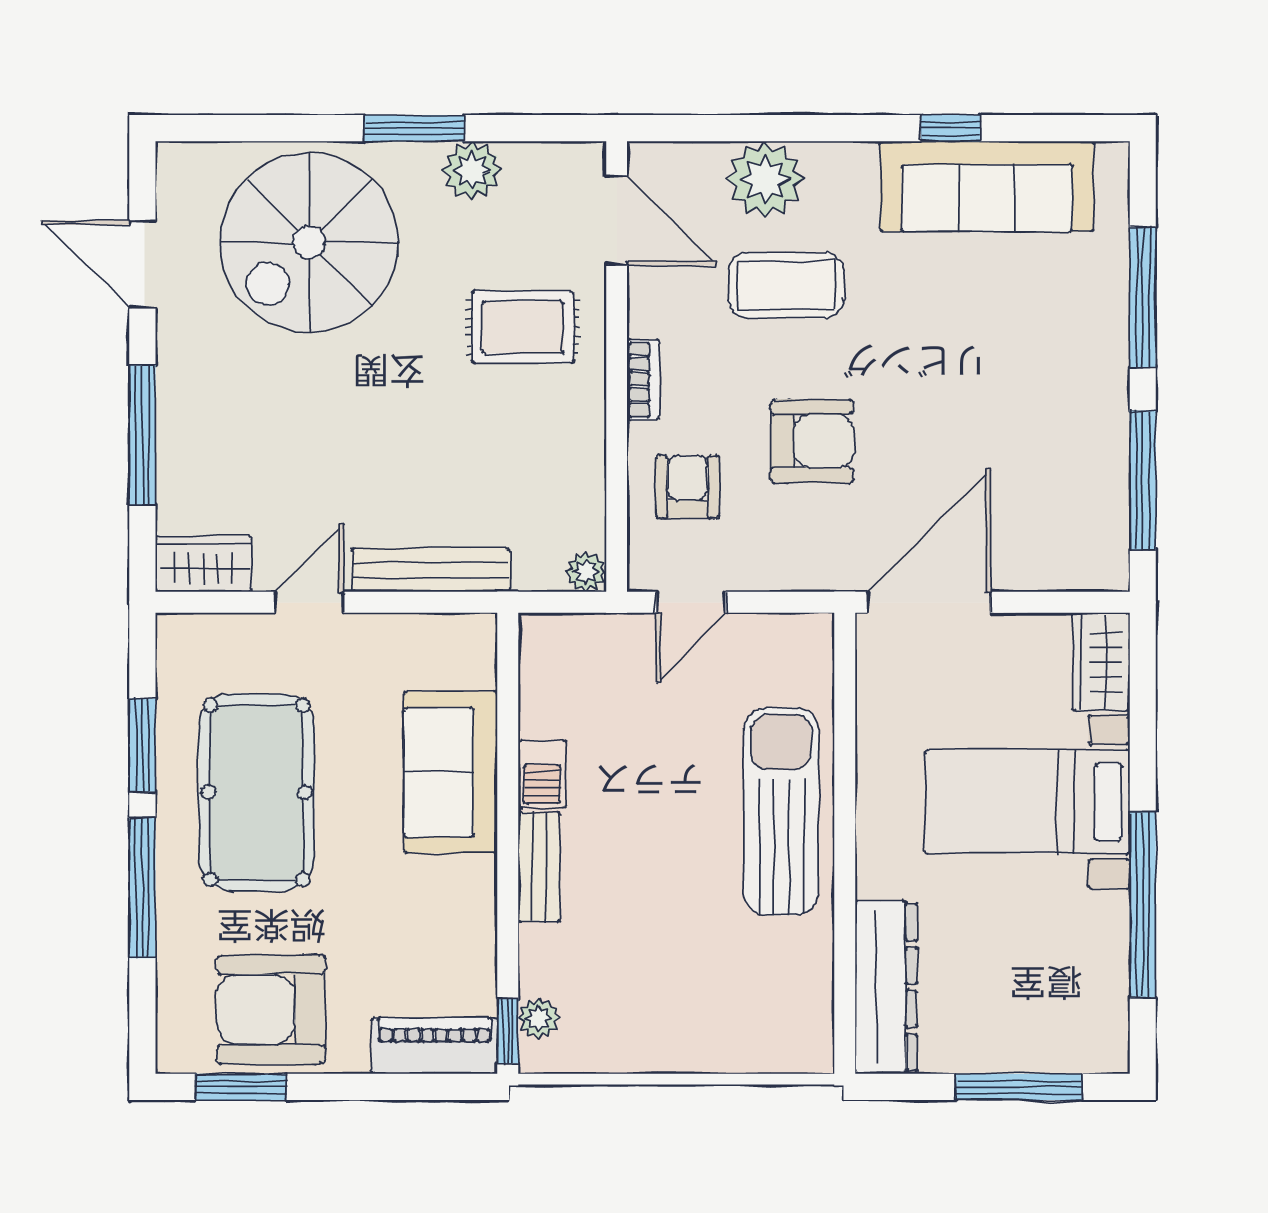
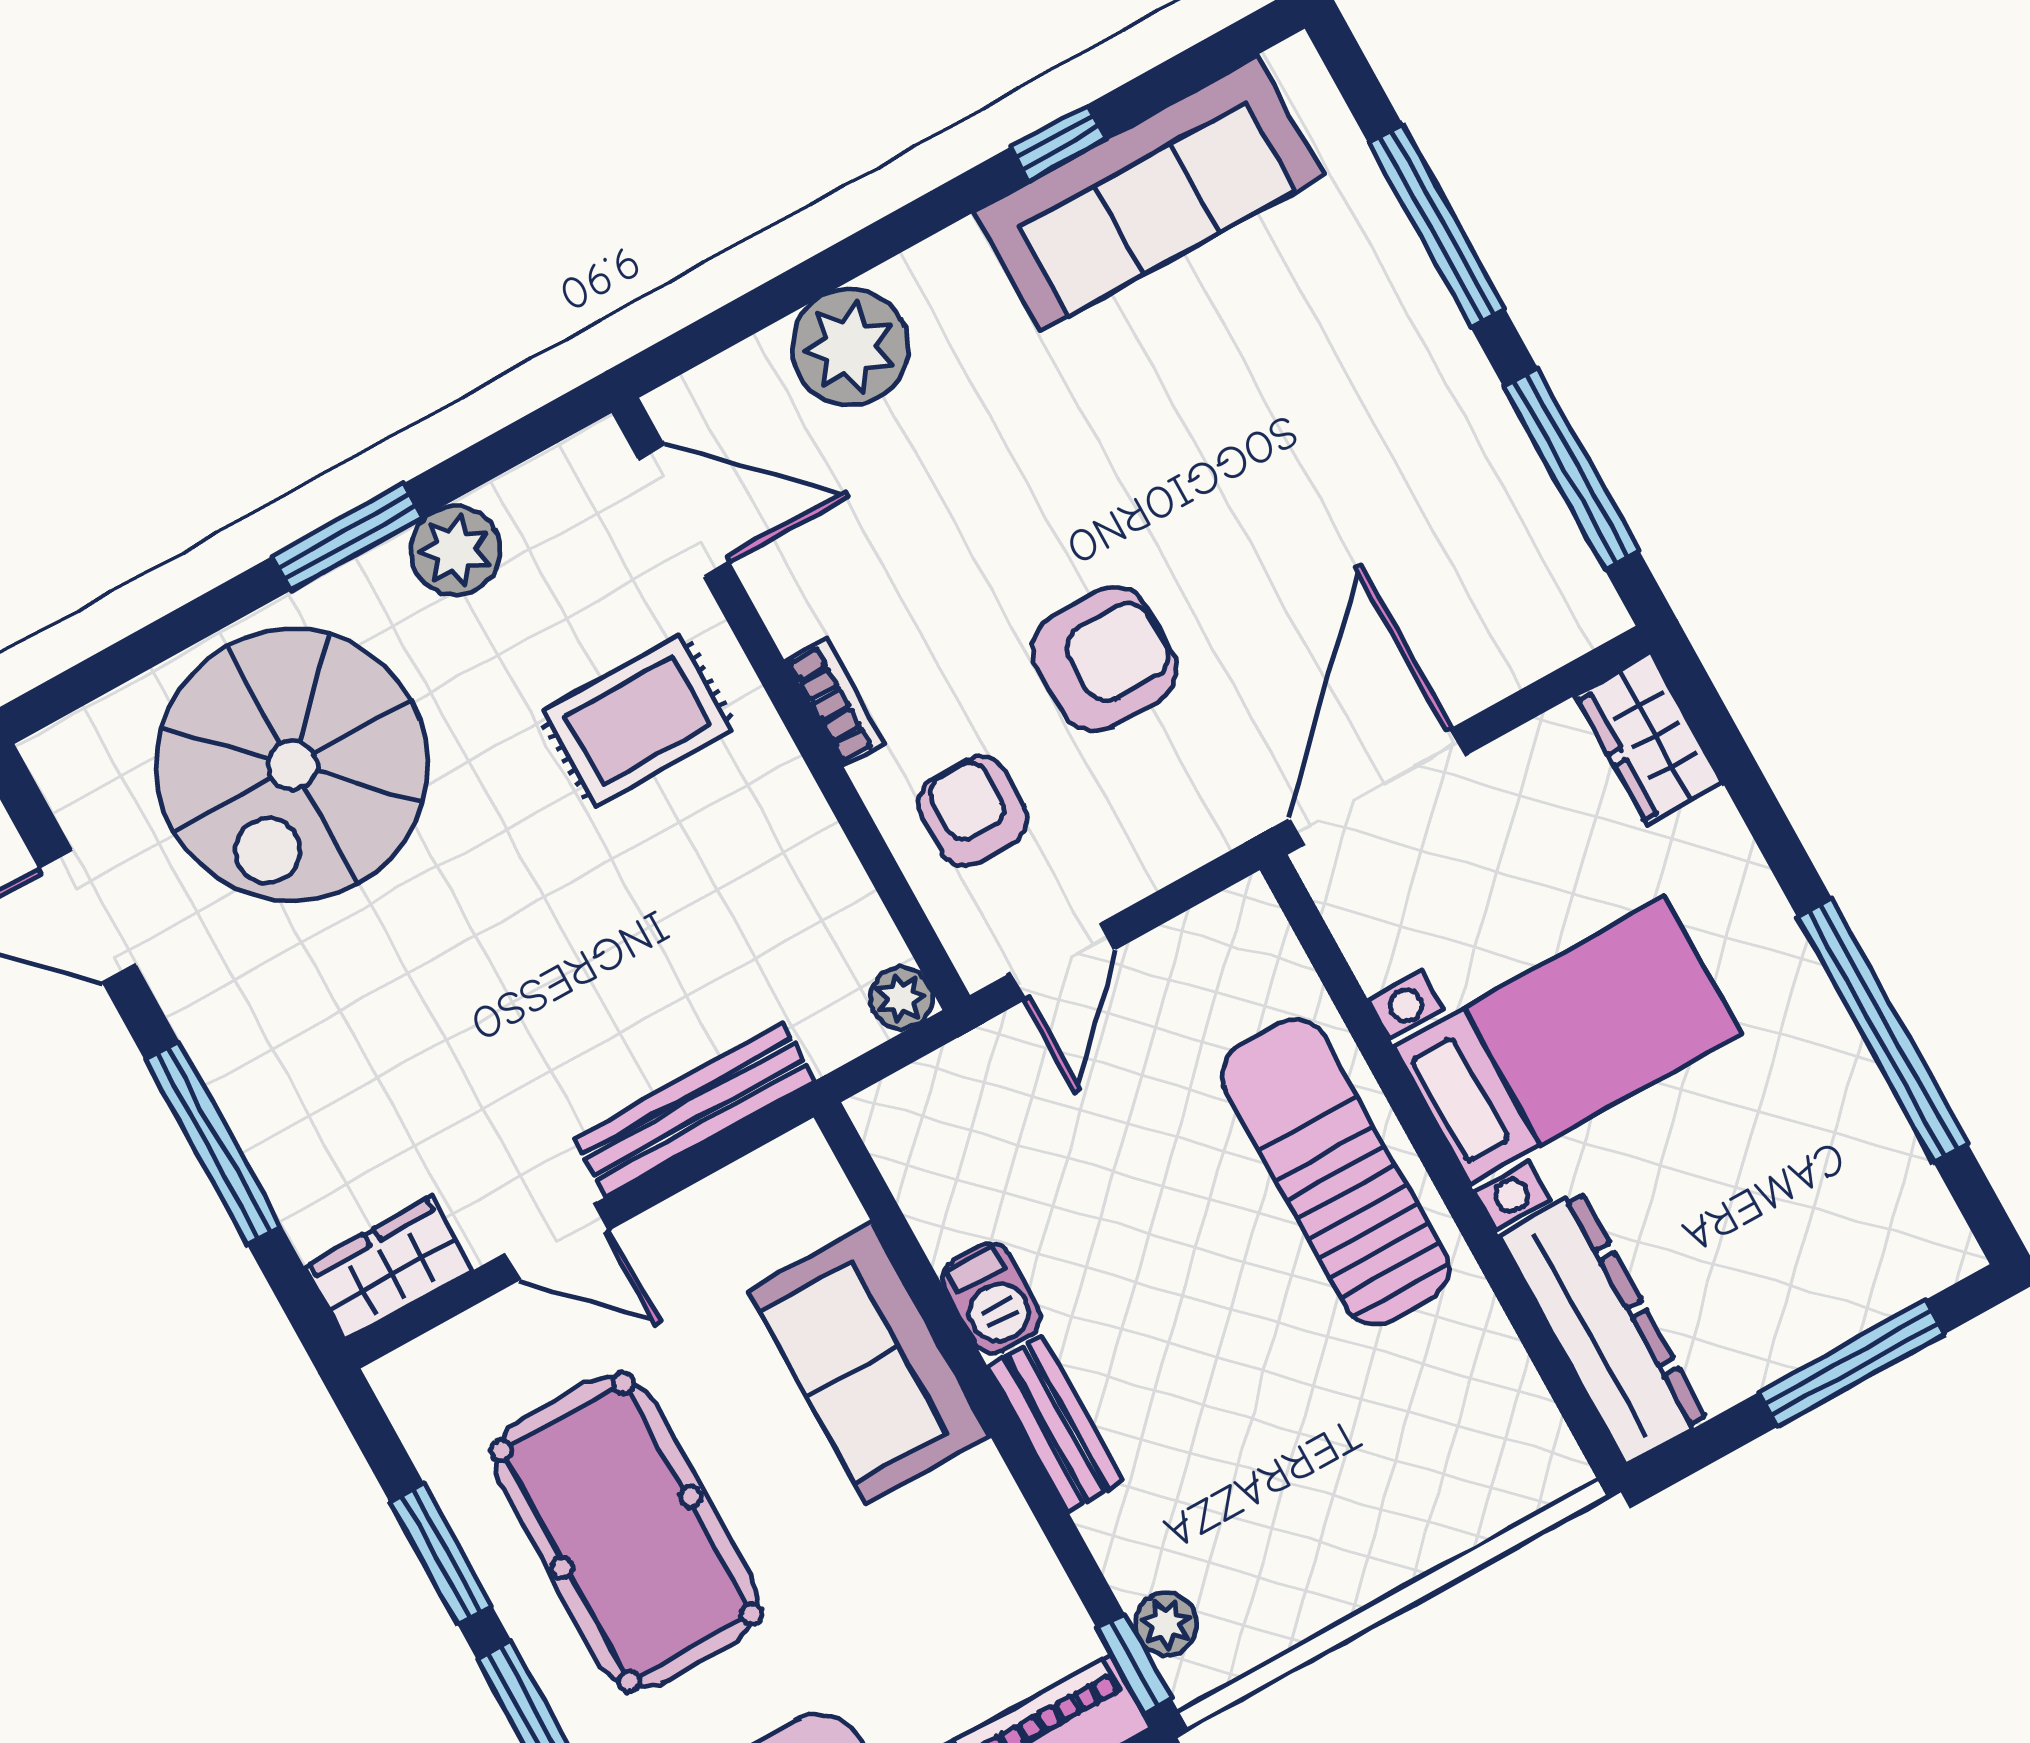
coffee table: (786, 285) -> (956, 472), removed
door: (309, 602) -> (557, 1242), swing flipped
bed with nightstands: (1027, 802) -> (1567, 1040), moved, turned 180

